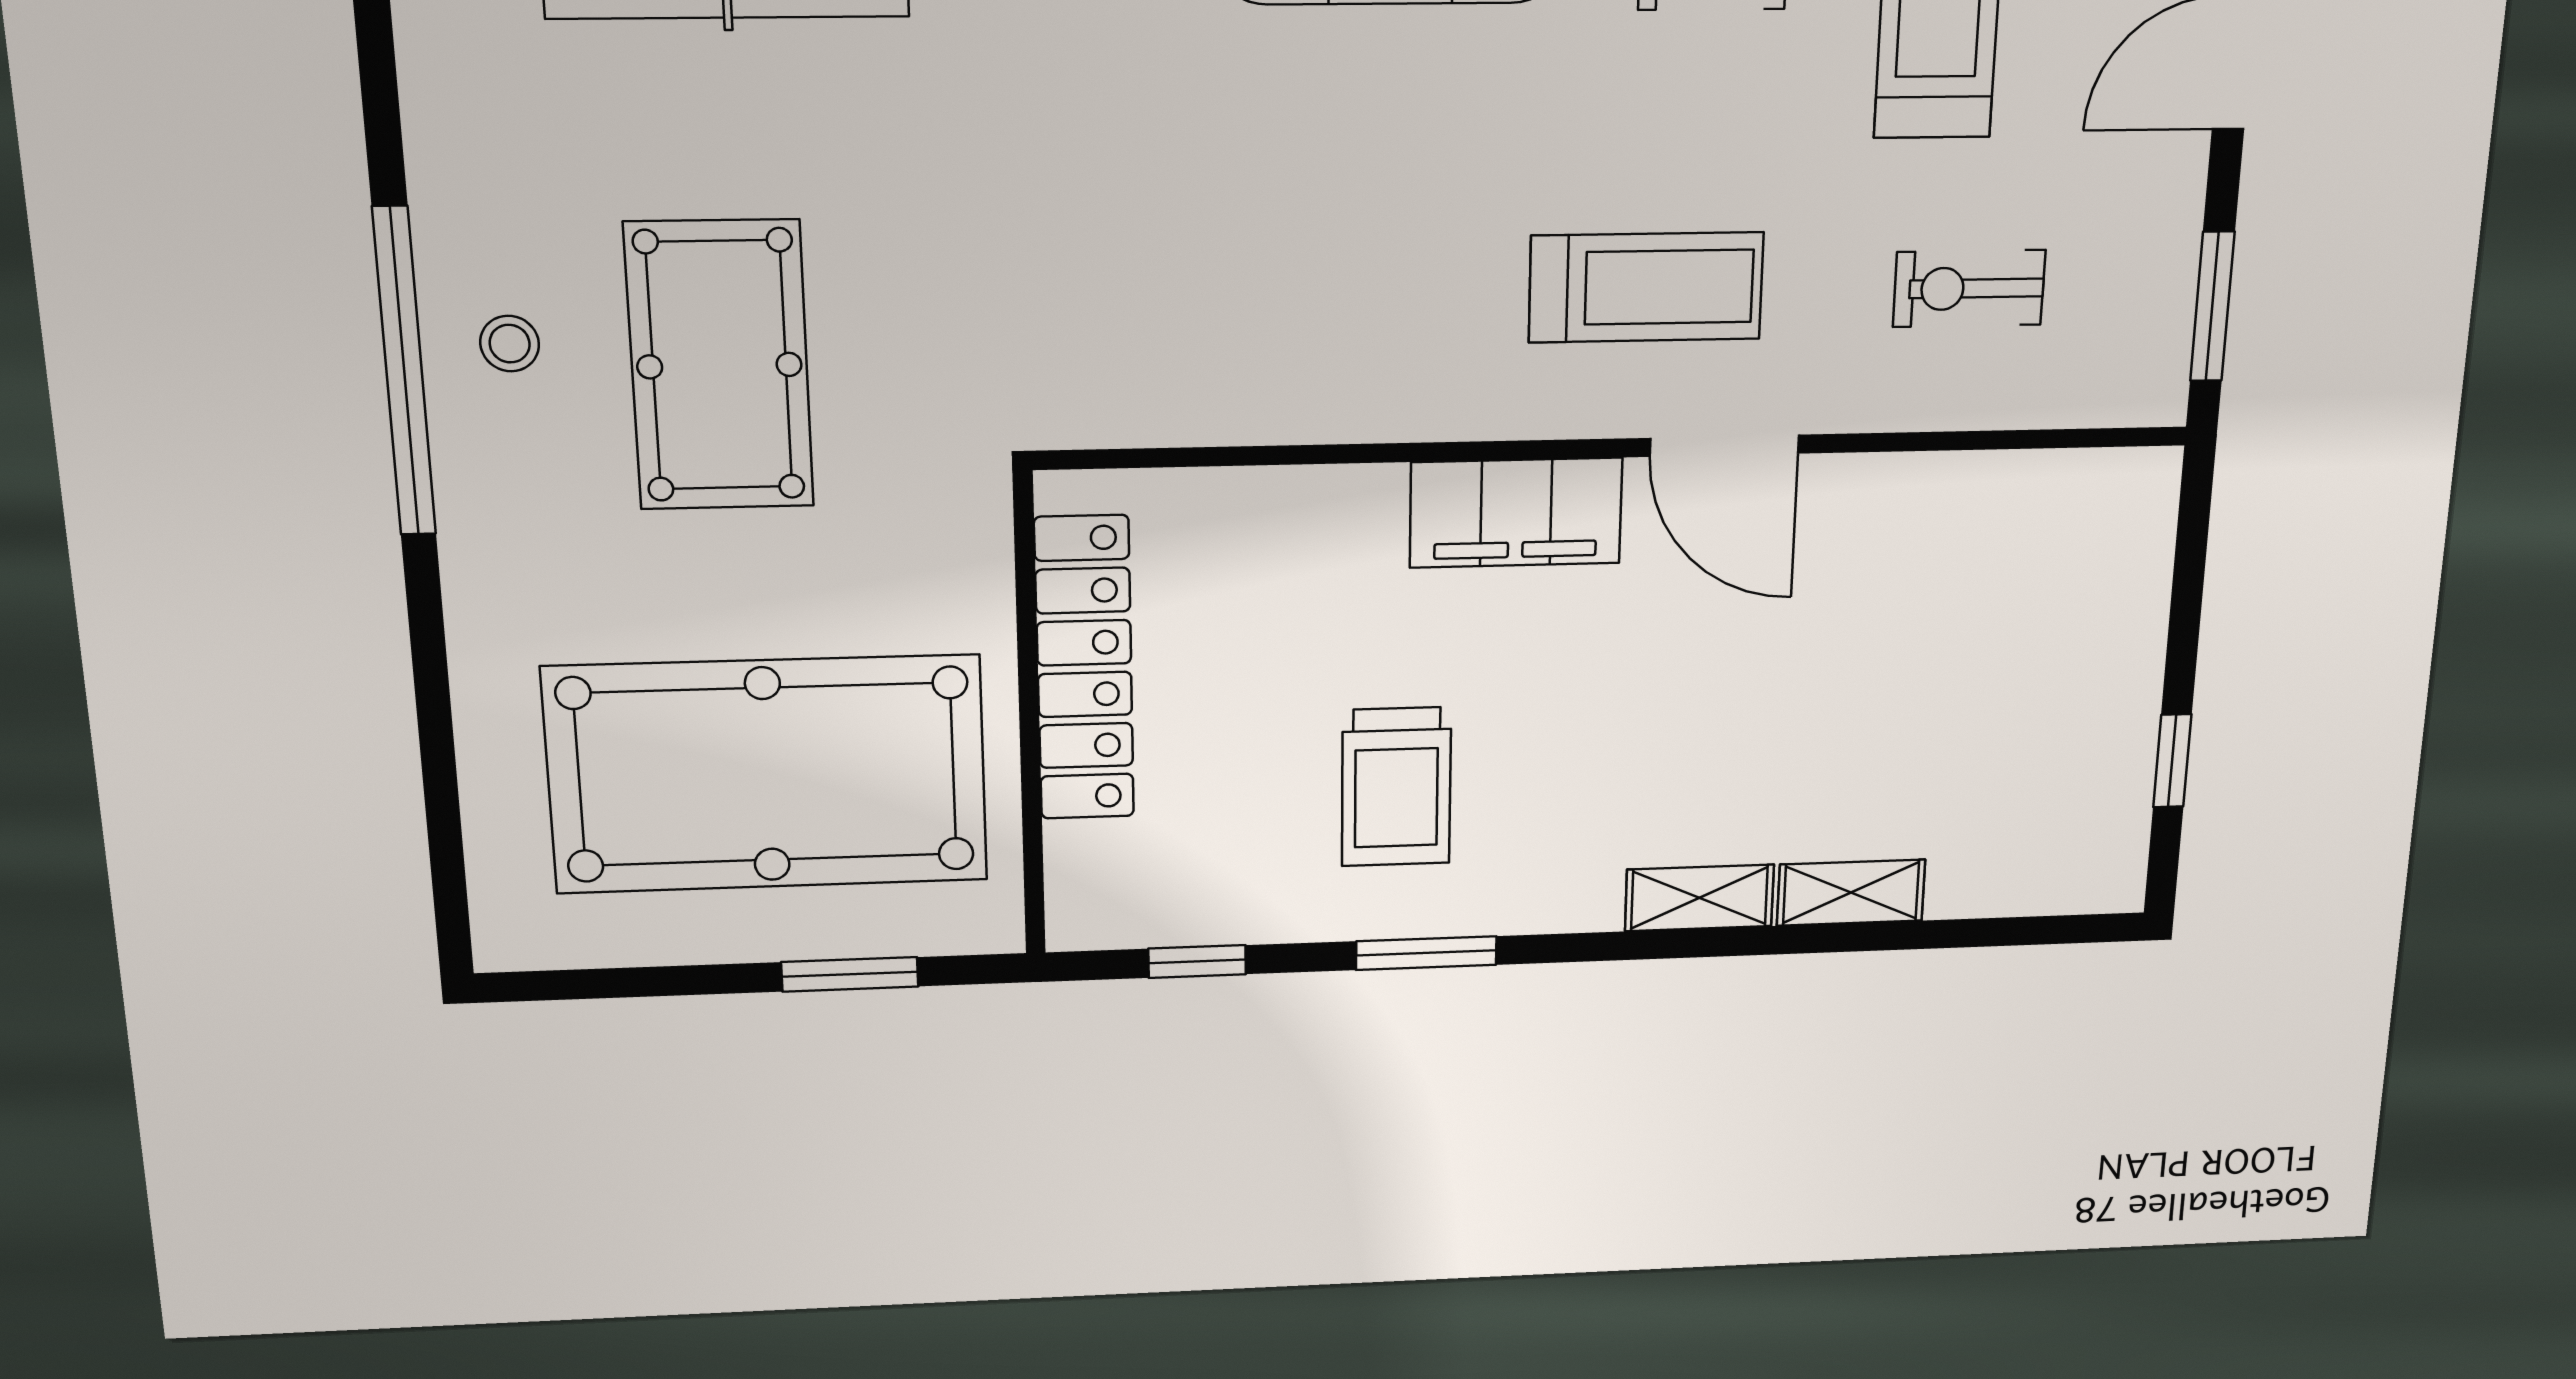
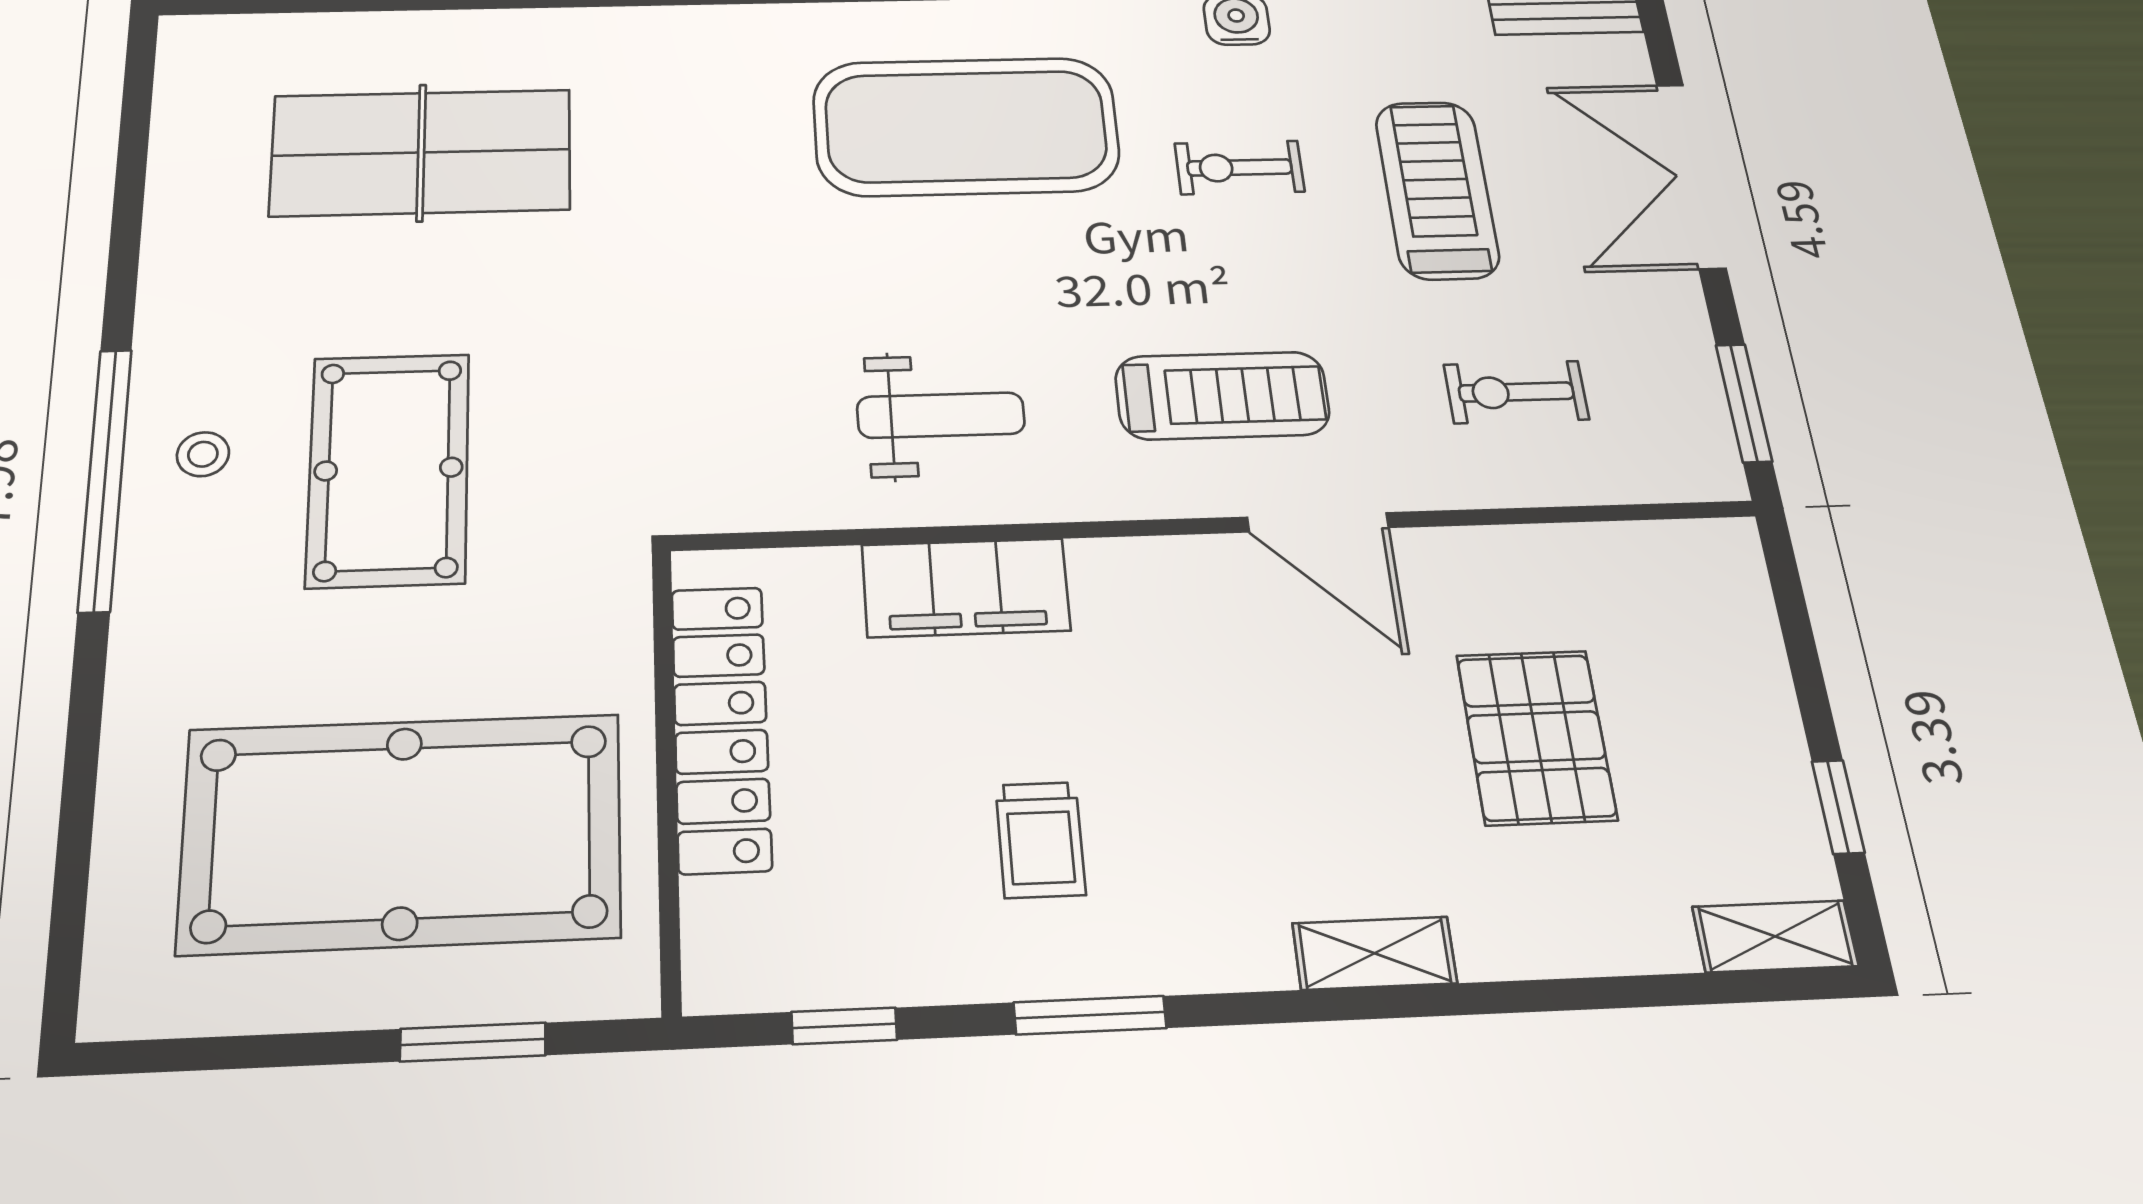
weight bench: (1332, 307) -> (941, 415), added
filing cabinet: (1516, 513) -> (966, 588), moved
pallet: (1899, 687) -> (1536, 737), added
trolley: (1396, 787) -> (1040, 840), width x0.73, depth x0.72
shelving: (1851, 893) -> (1775, 936), moved

